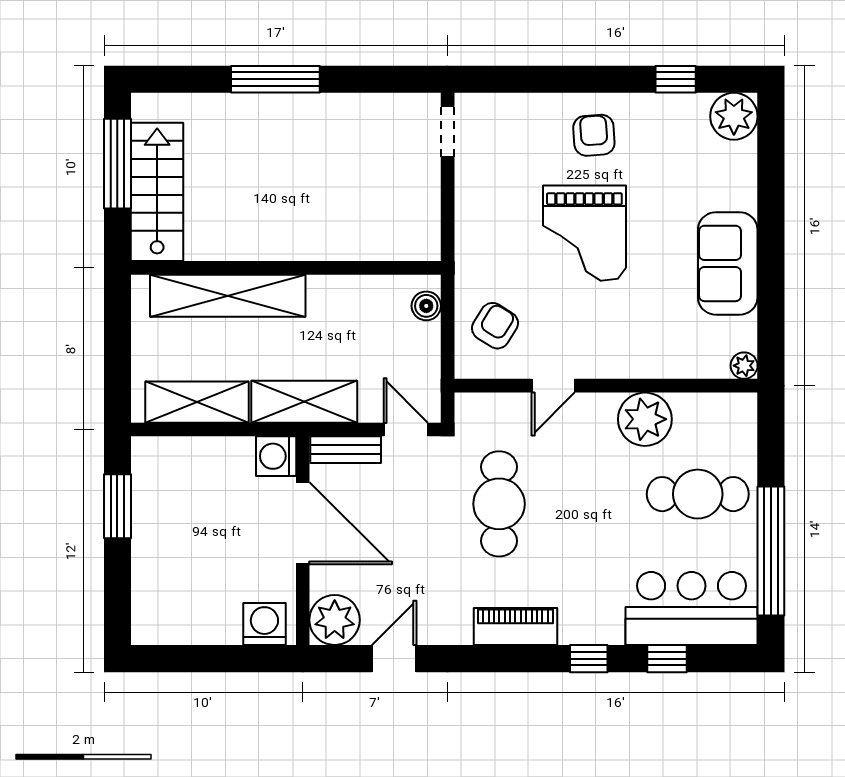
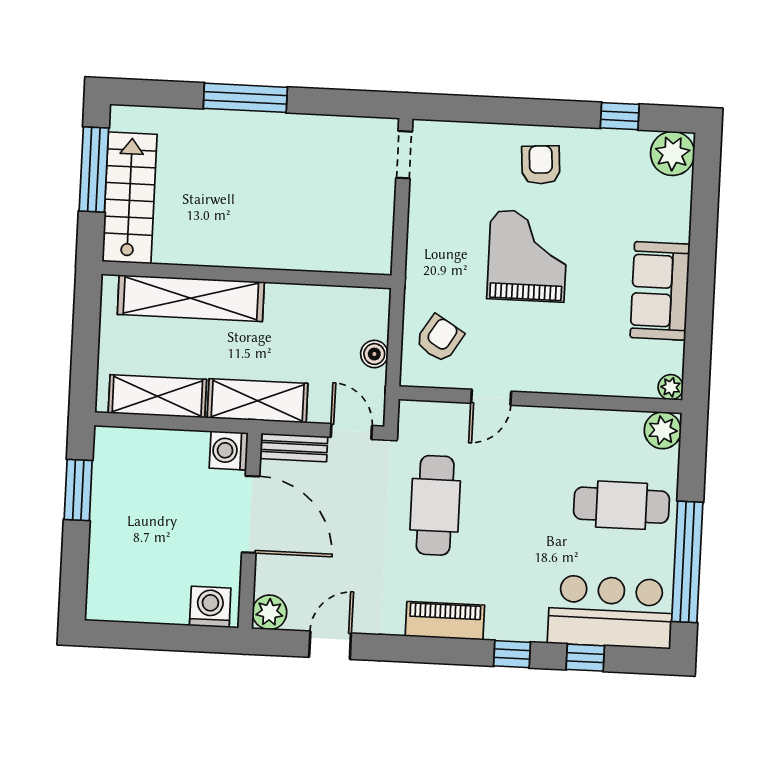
grand piano: (584, 233) -> (527, 256), turned 180
boiler: (426, 306) -> (374, 354), moved
plant: (645, 419) -> (663, 430), moved, width x0.73, depth x0.73
plant: (335, 620) -> (269, 612), width x0.73, depth x0.73

